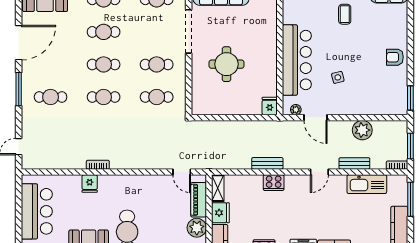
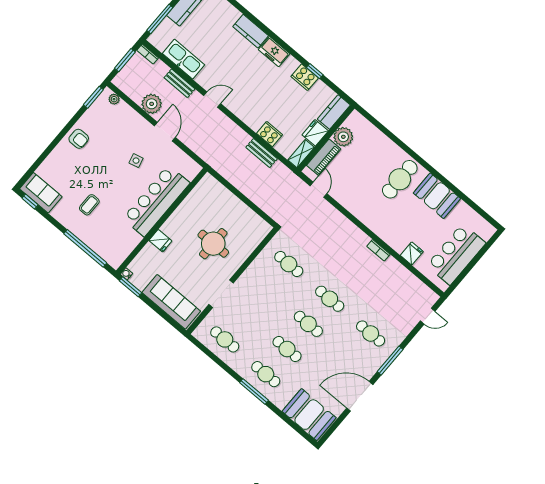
doorway: (189, 31) -> (221, 294), width x0.73
cafe table: (157, 64) -> (267, 289), removed
fridge: (270, 106) -> (160, 241), moved, turned -90
plant: (296, 110) -> (114, 99), moved
door: (315, 118) -> (165, 132), moved
bench: (267, 163) -> (262, 153), moved
cooker: (274, 183) -> (270, 134), moved
fridge: (90, 184) -> (412, 253), moved

